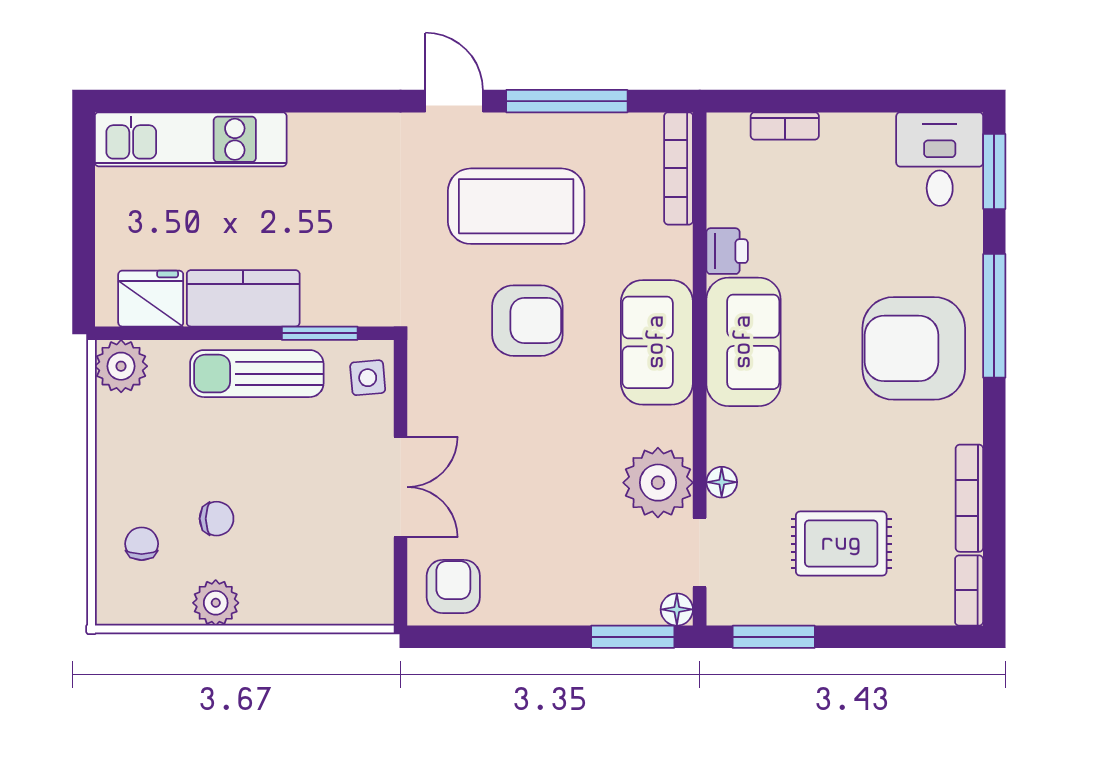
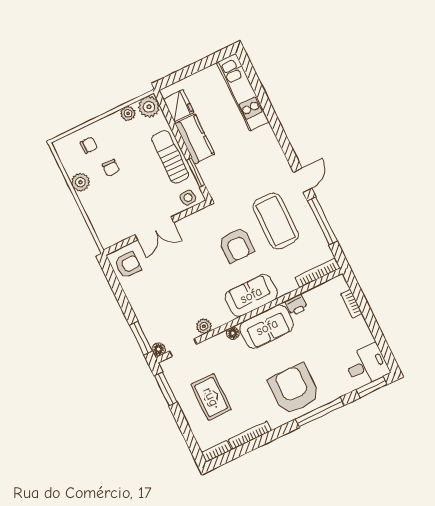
plant: (113, 421) -> (128, 113), added
floor lamp: (722, 482) -> (233, 333), moved
plant: (658, 483) -> (204, 326), width x0.53, depth x0.53

